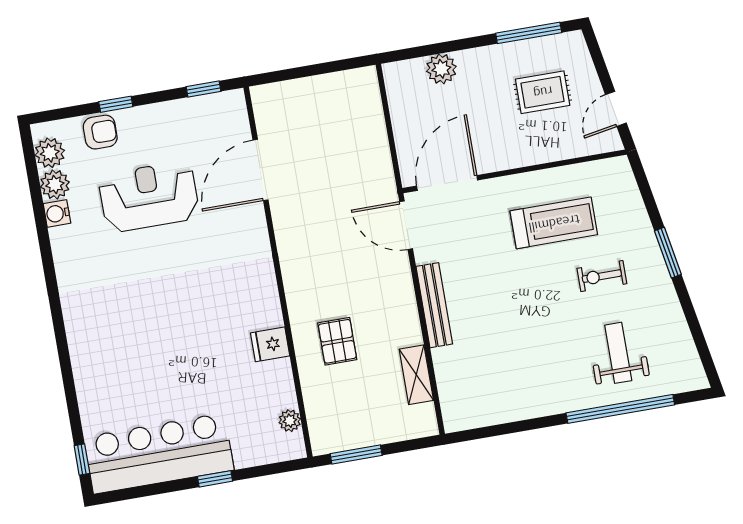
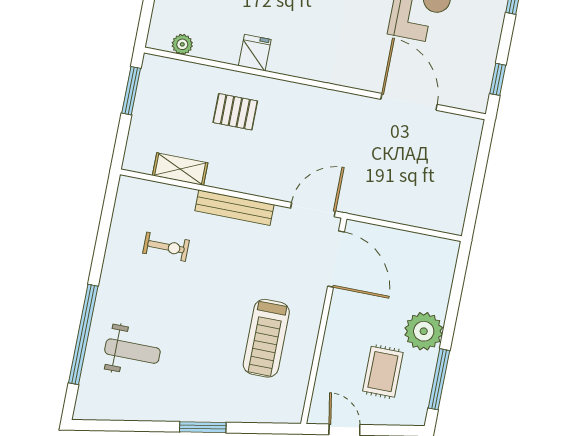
plant: (441, 69) -> (424, 331), moved, width x1.36, depth x1.36
exercise bike: (602, 276) -> (166, 247), moved, turned 90

